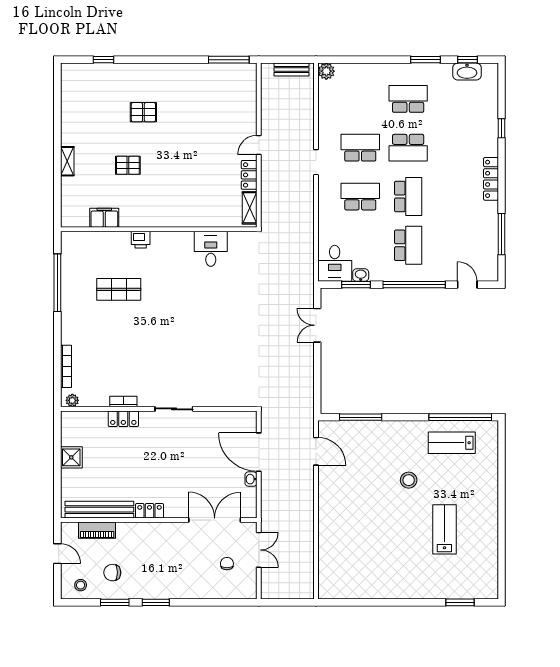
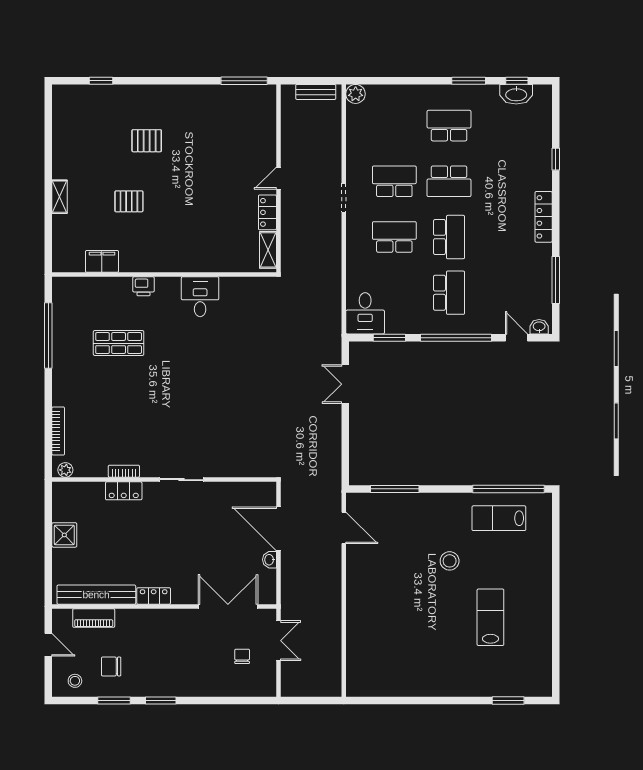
desk: (211, 249) -> (200, 297), moved
washbasin: (361, 275) -> (539, 327), moved

